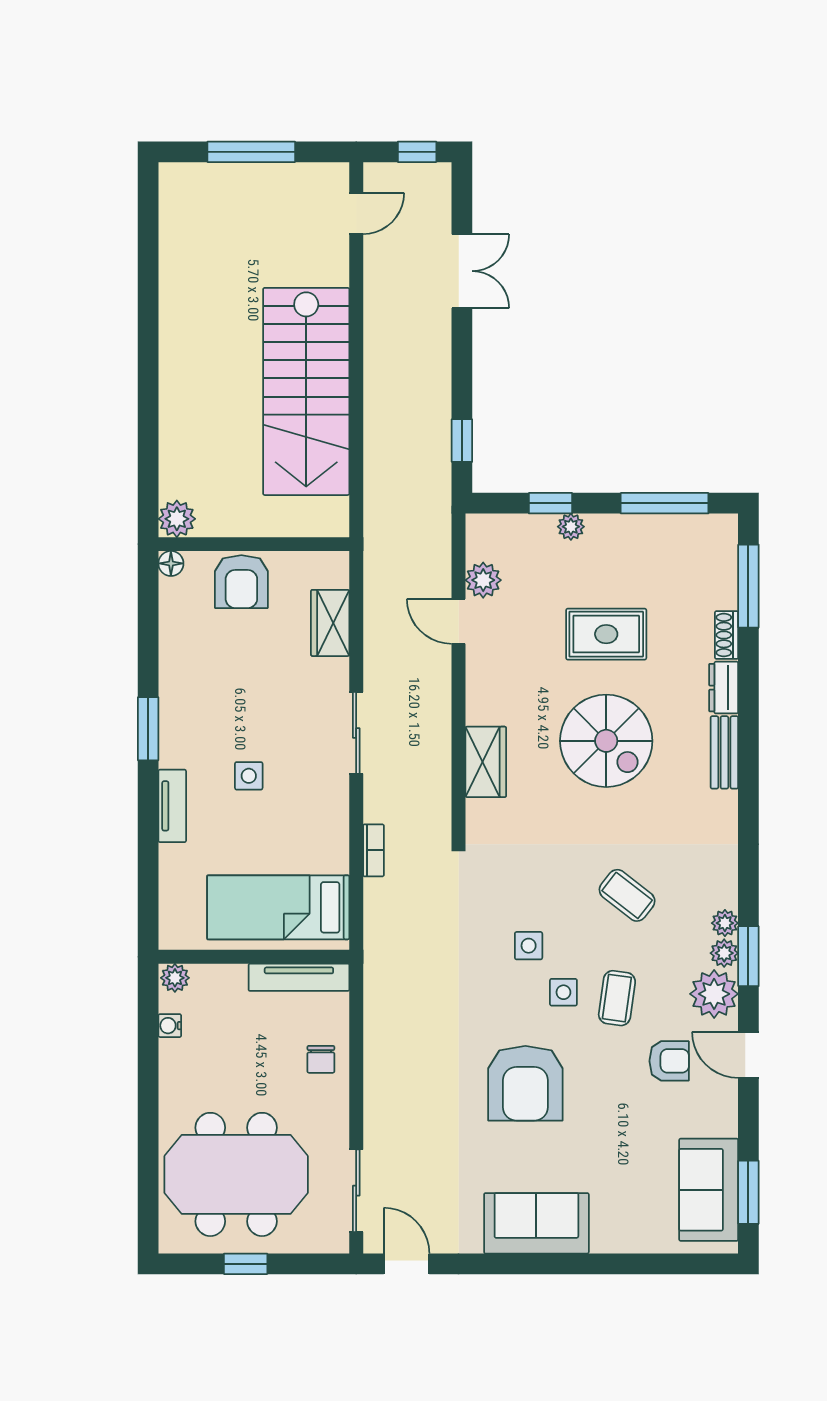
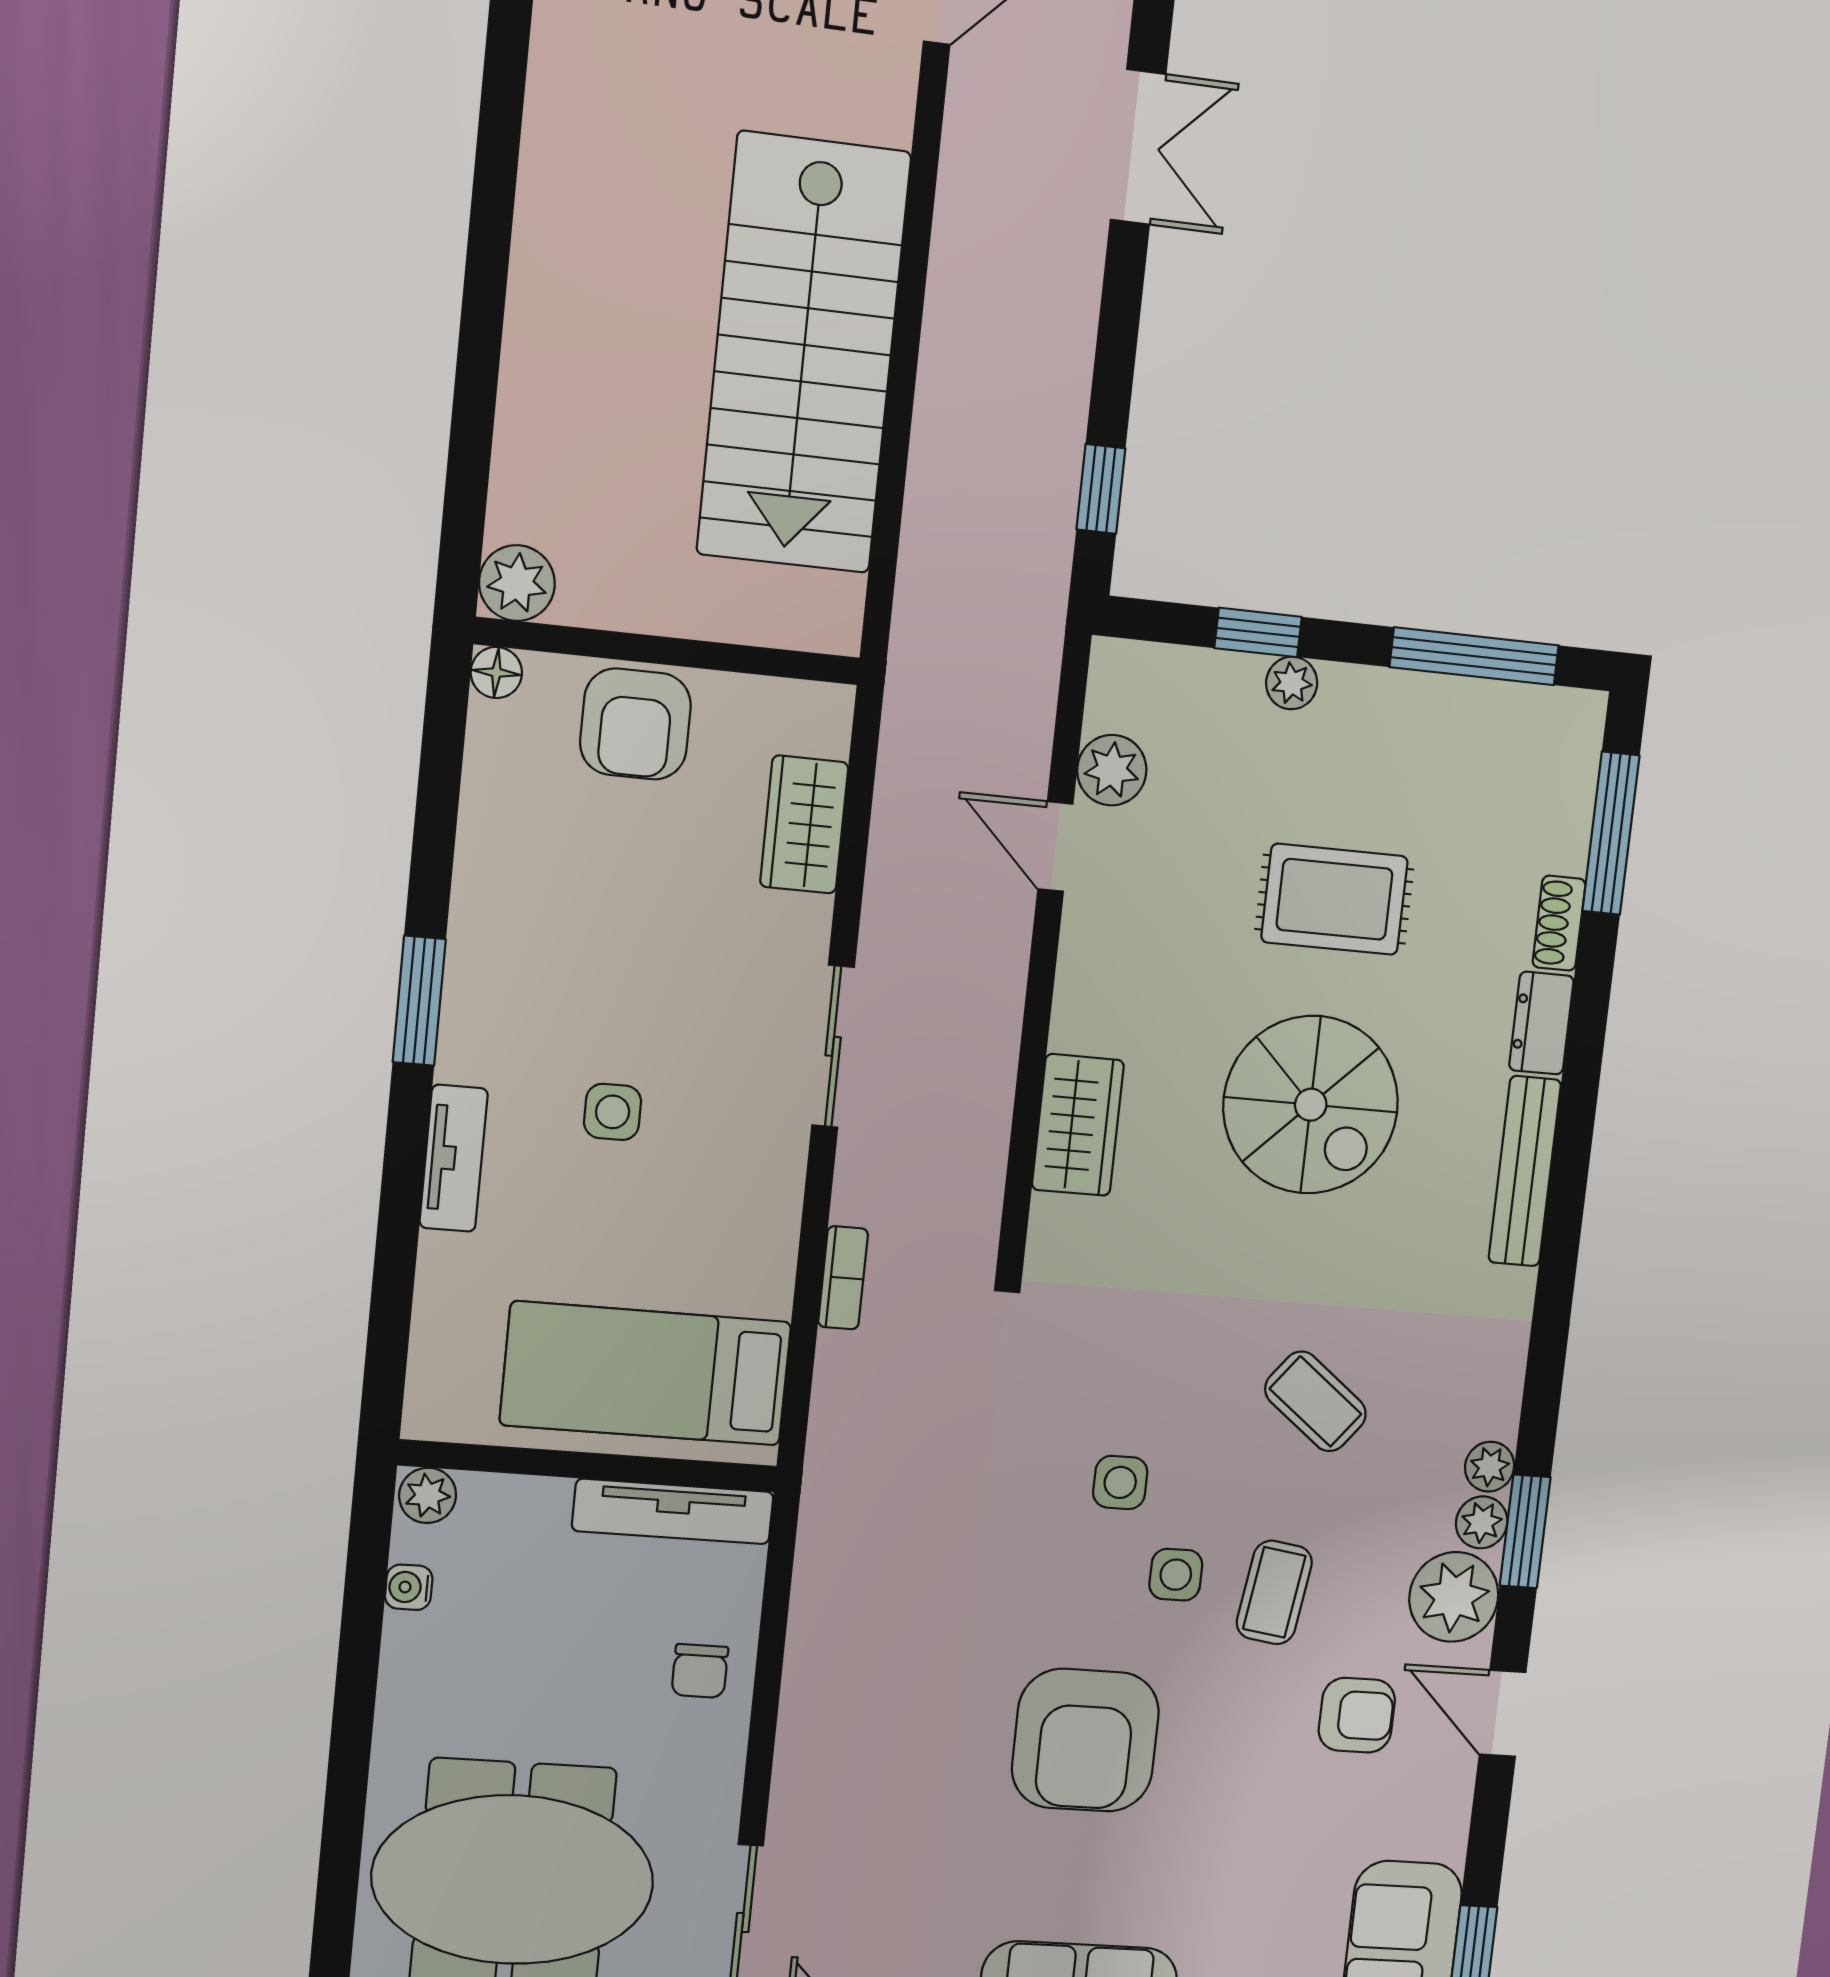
bench: (724, 752) -> (1525, 1171), width x1.36

